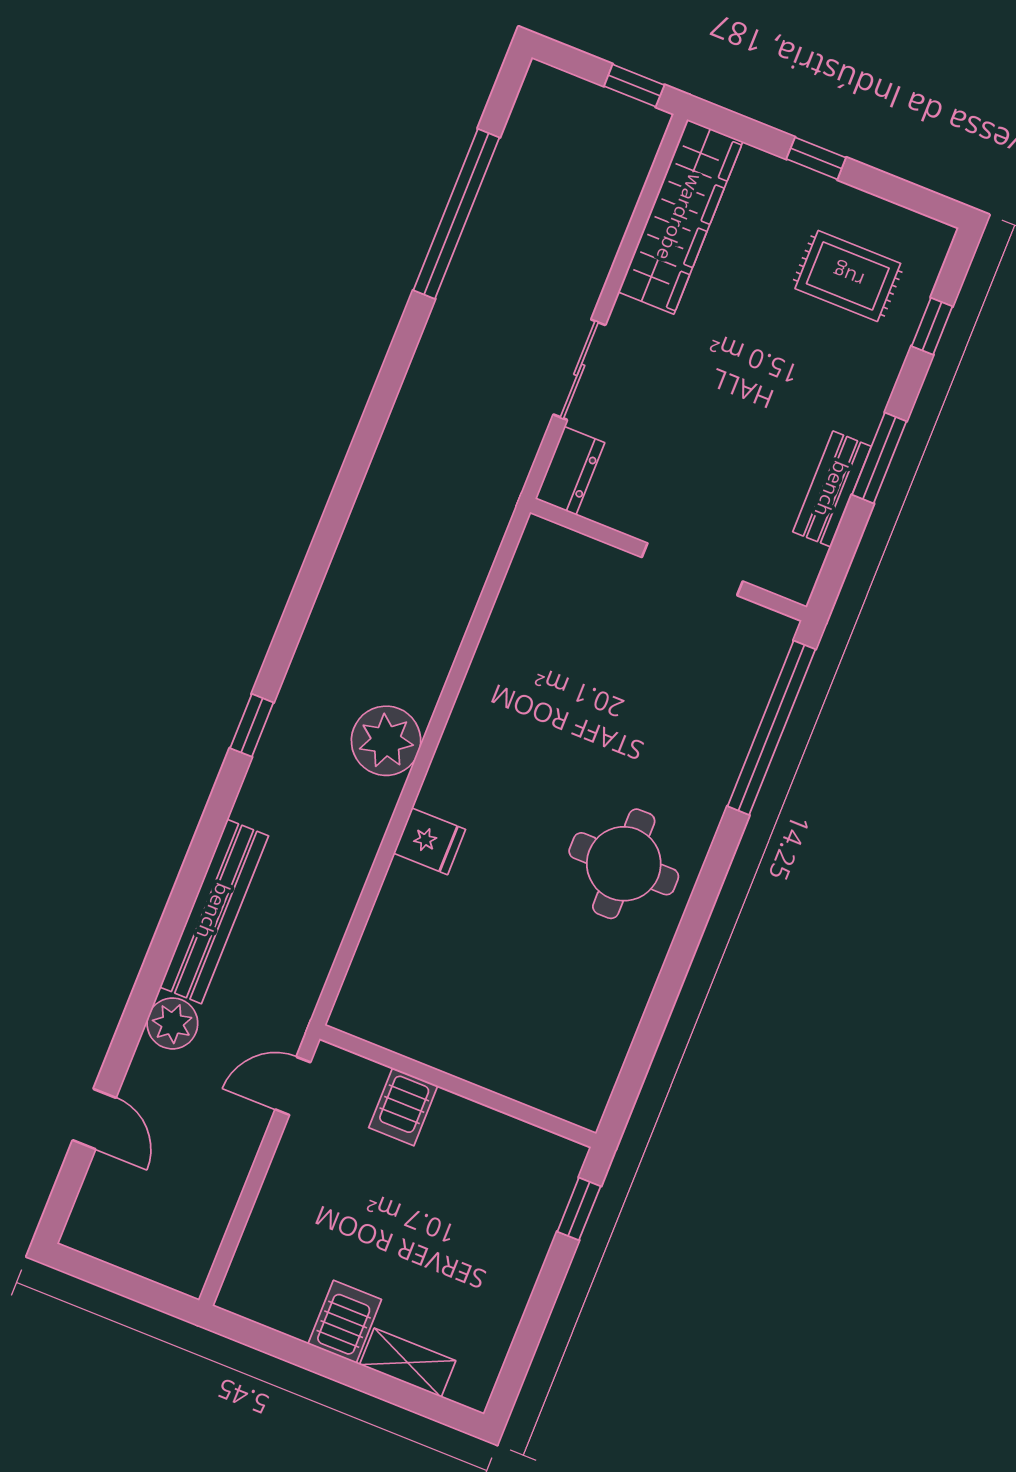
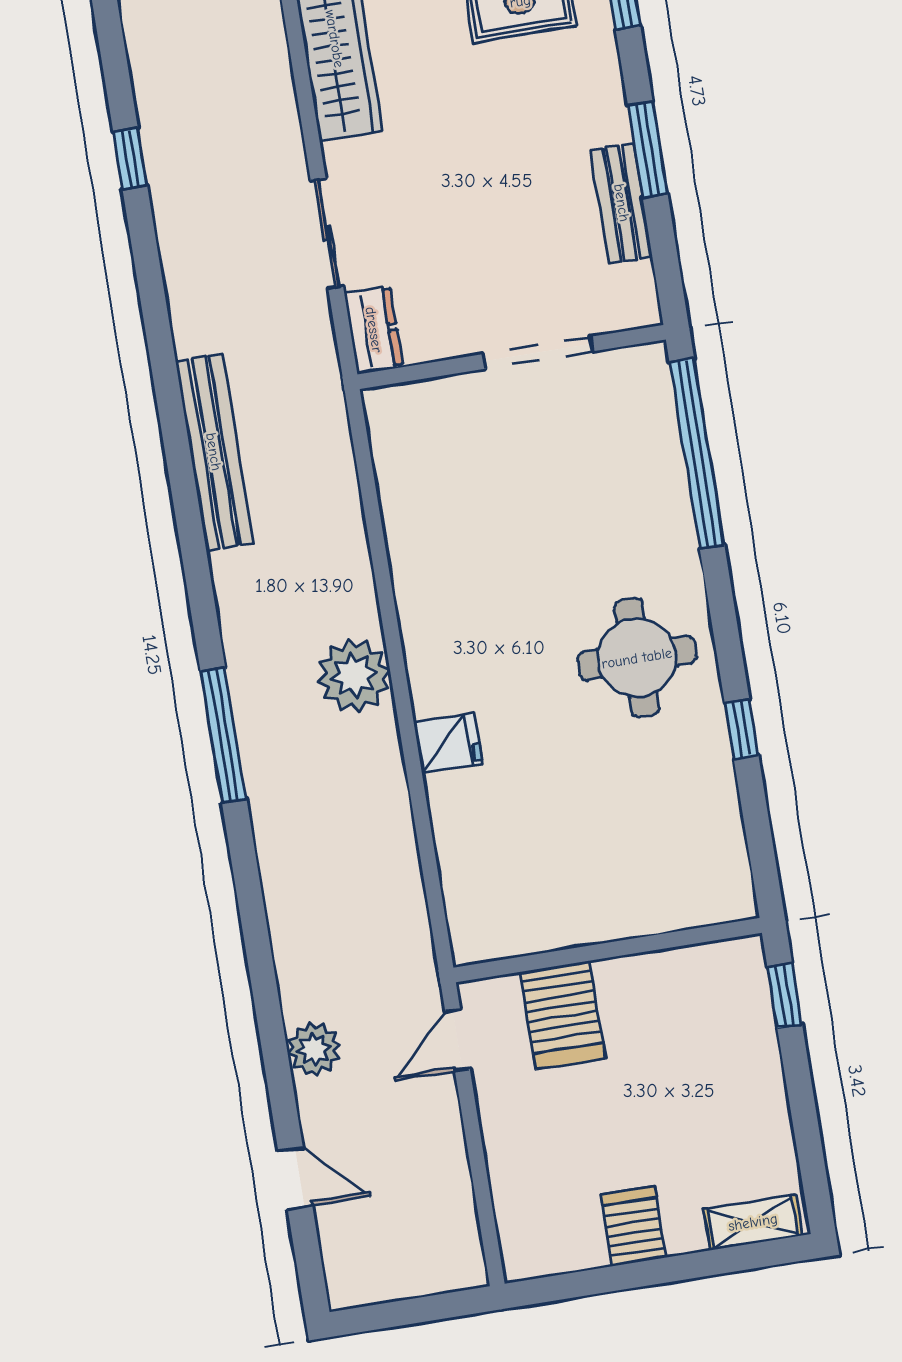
window: (456, 214) -> (130, 158), width x0.32
window: (252, 725) -> (223, 735), width x2.17
bench: (214, 911) -> (214, 452), moved
window: (674, 972) -> (741, 729), added
server rack: (403, 1107) -> (562, 1015), width x1.36, depth x1.44
shelving: (408, 1363) -> (753, 1222), moved

